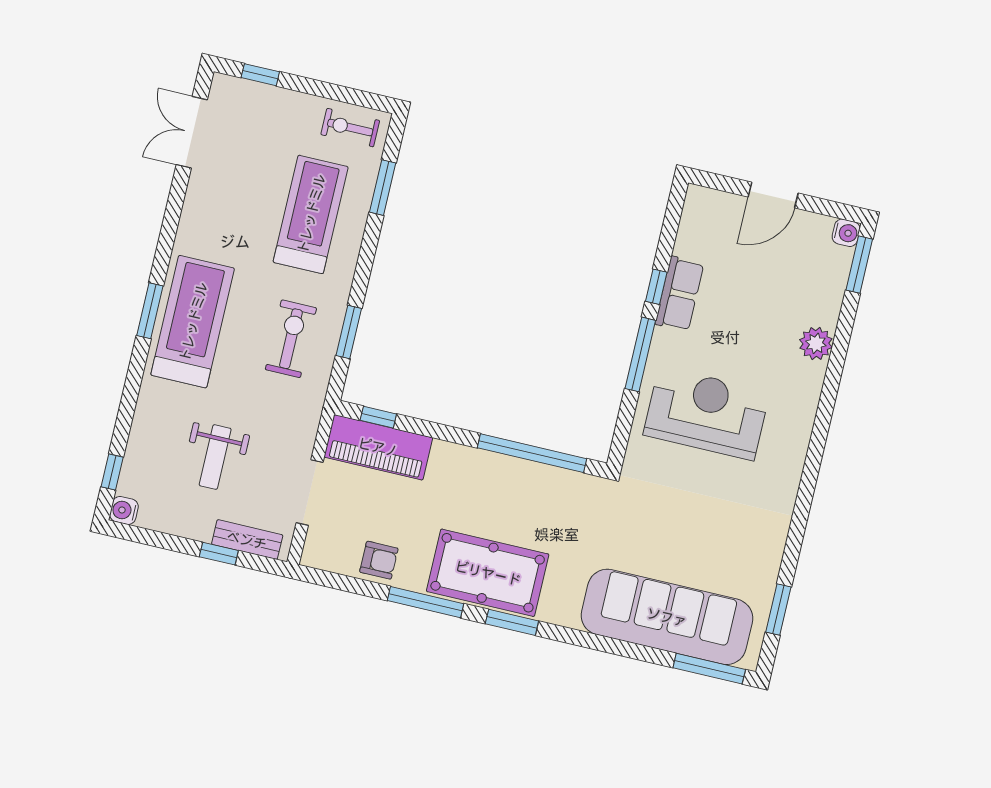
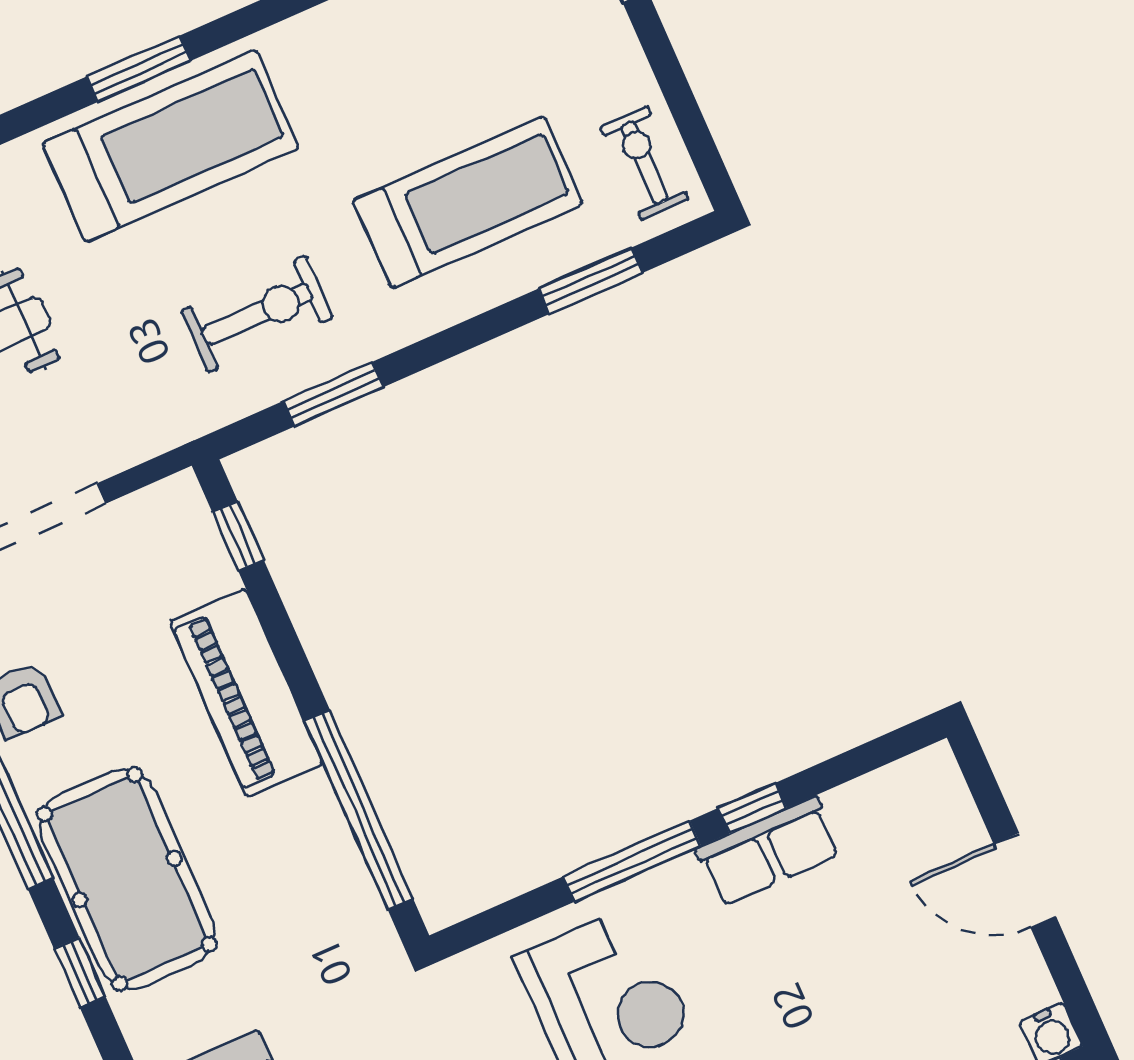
piano: (378, 447) -> (246, 693), moved
window: (512, 622) -> (80, 973), width x0.67

